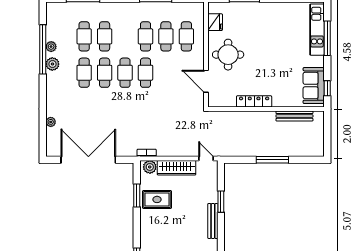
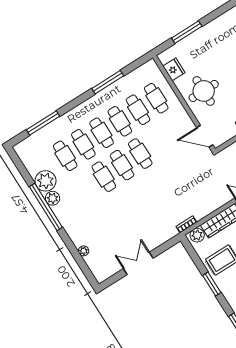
plant: (51, 47) -> (46, 181), width x1.88, depth x1.88
window: (43, 49) -> (46, 207), moved
cafe table: (84, 73) -> (102, 133), moved
door: (206, 81) -> (205, 136), moved
double door: (88, 160) -> (138, 263), width x0.54
window: (137, 195) -> (212, 284), moved

